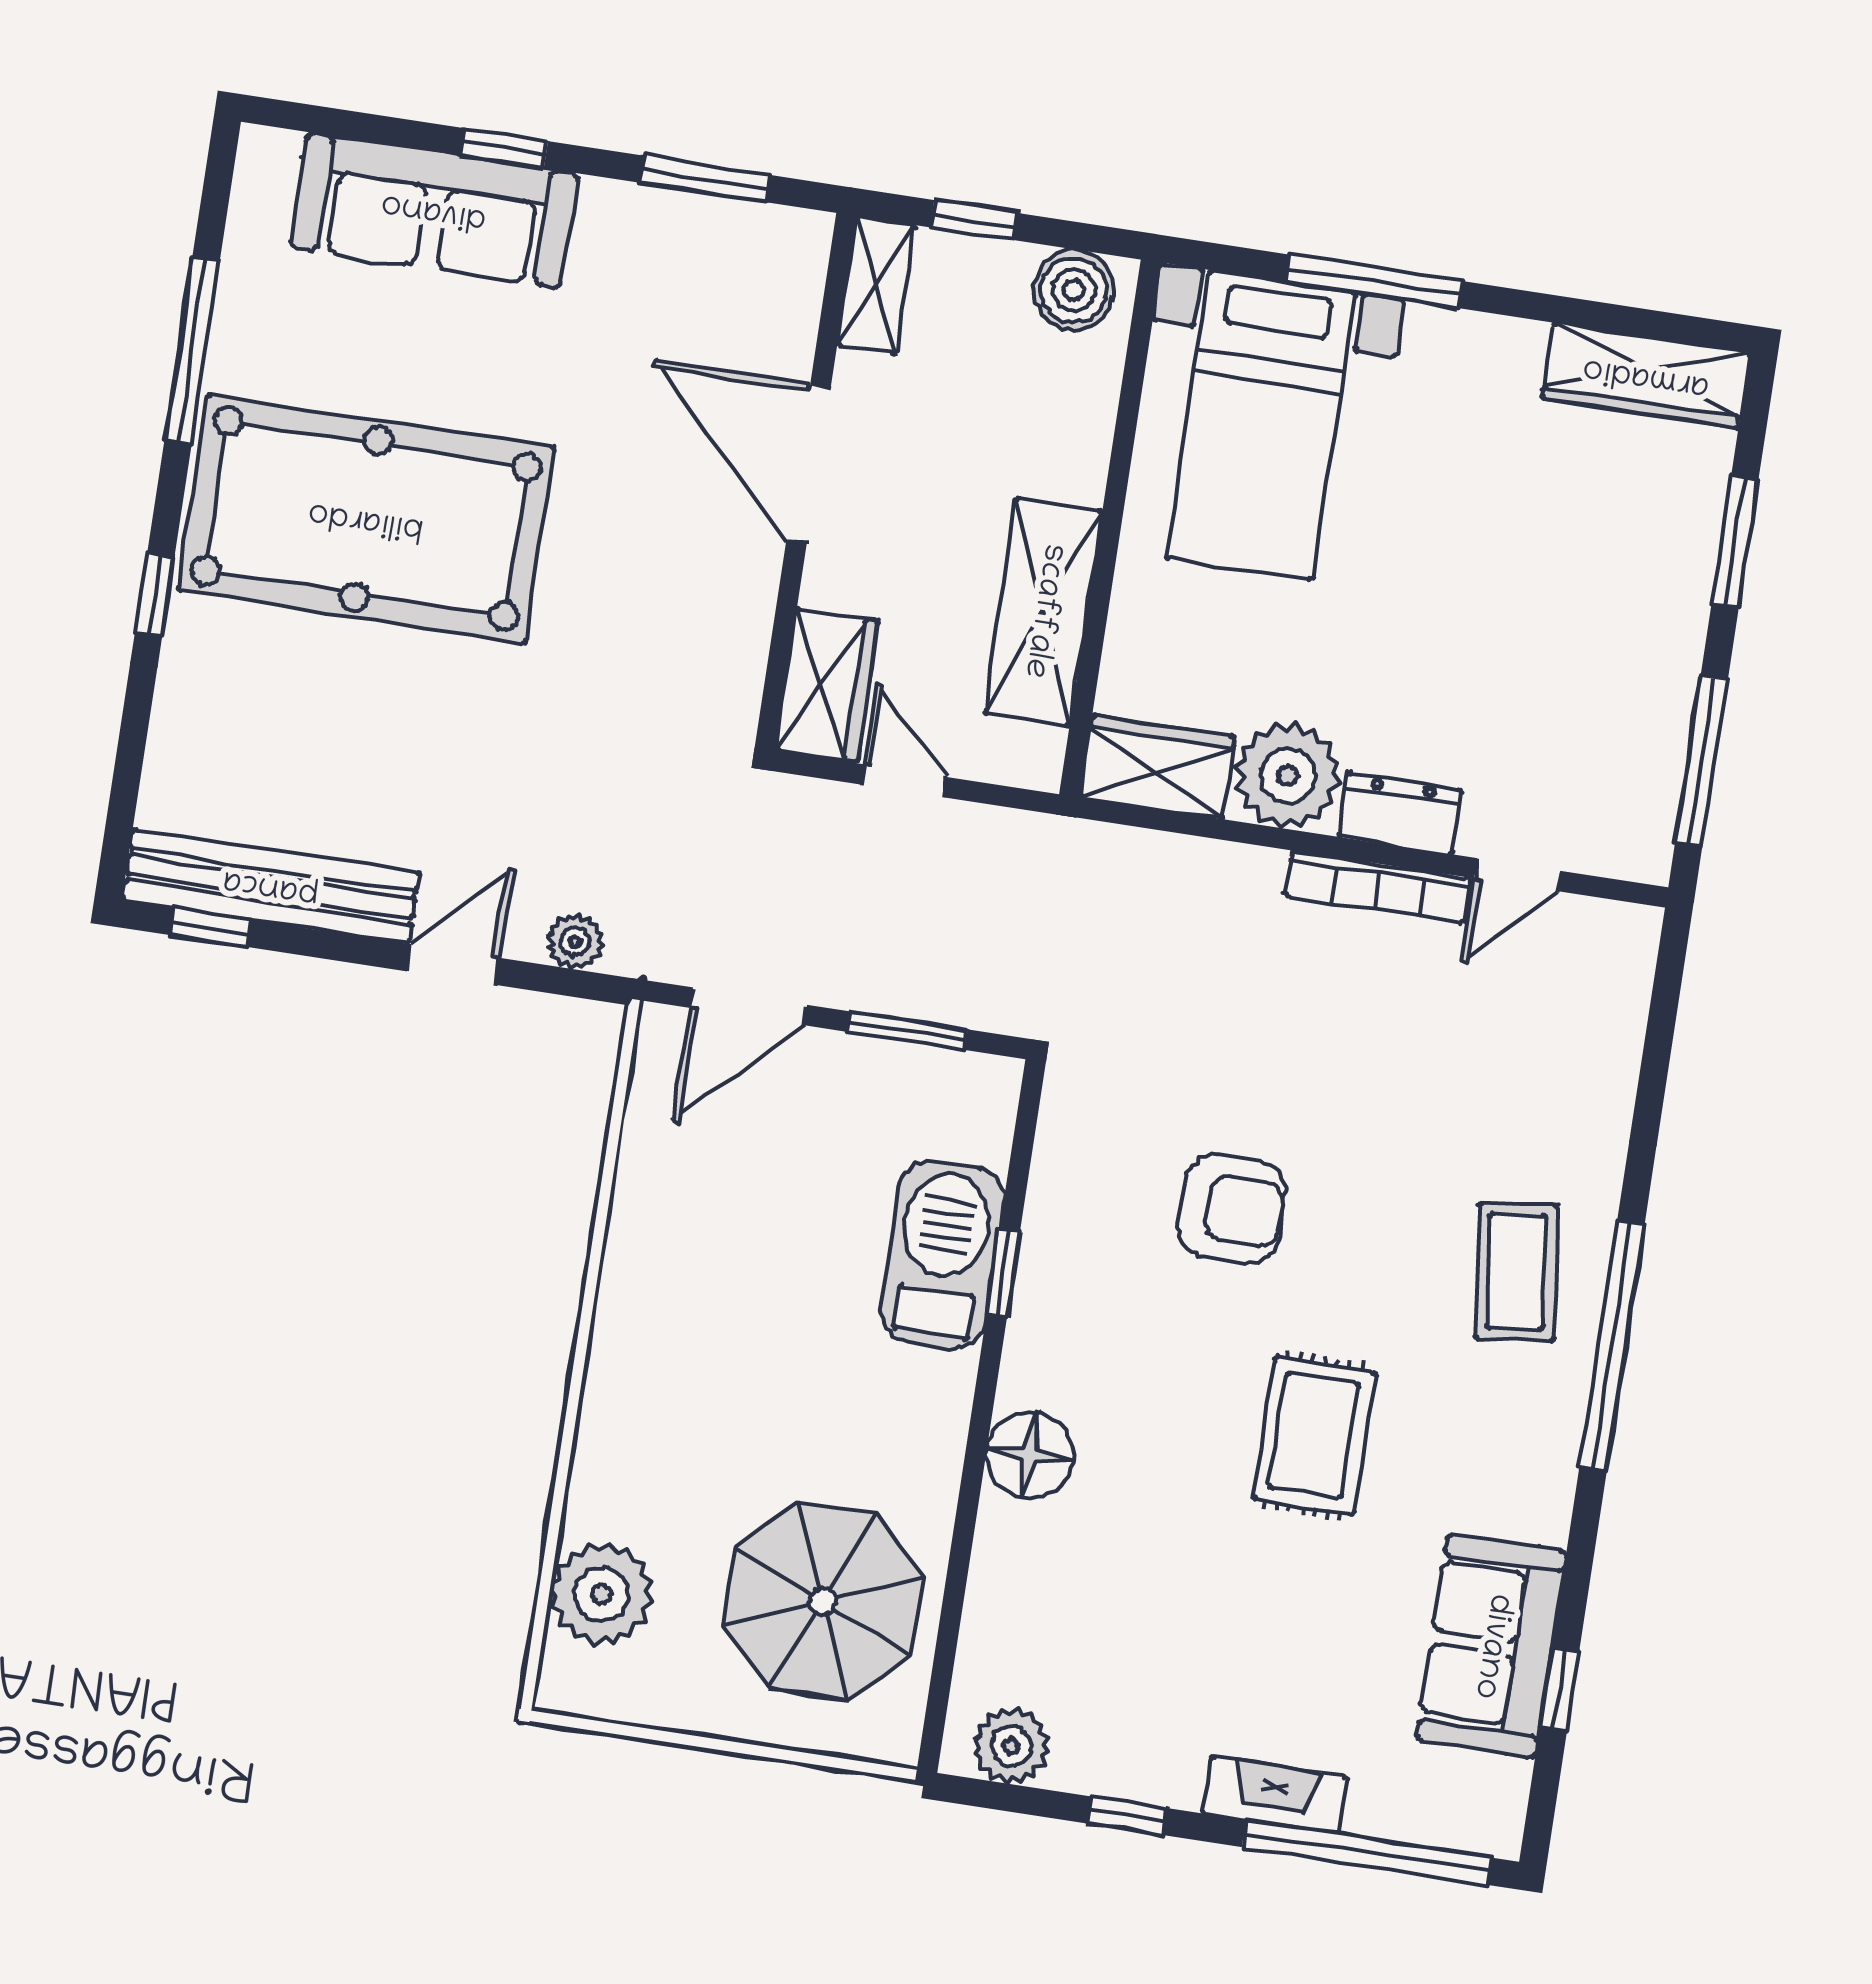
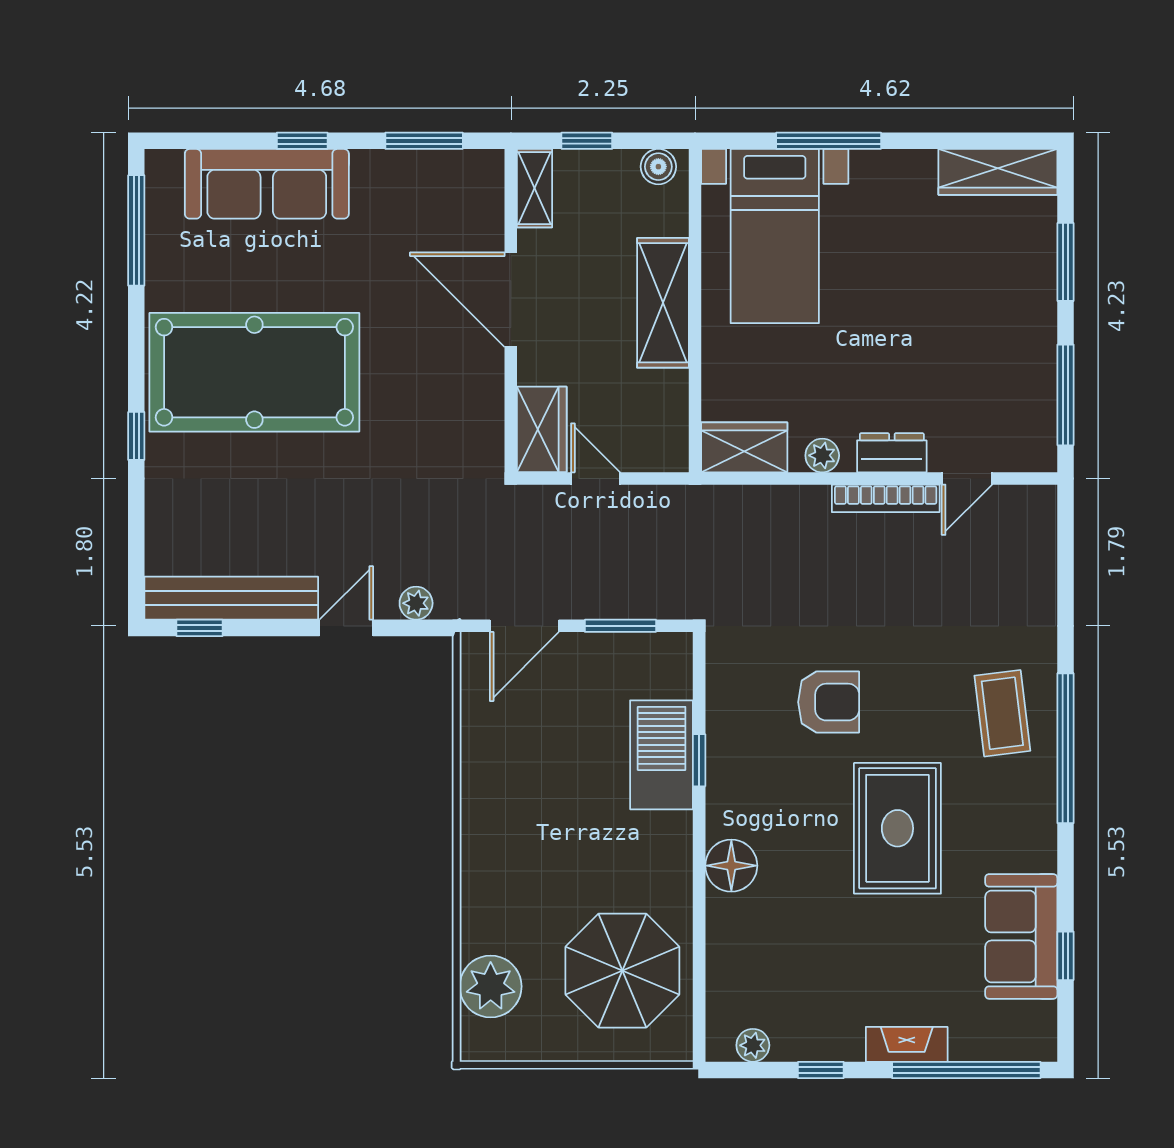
boiler: (1074, 290) -> (658, 167), width x0.73, depth x0.73
window: (192, 350) -> (136, 230), moved
shelving: (1043, 611) -> (663, 303), moved
plant: (1288, 776) -> (822, 455), width x0.53, depth x0.53
rug: (1314, 1436) -> (897, 828), width x1.36, depth x1.43
plant: (1011, 1746) -> (753, 1045), width x0.73, depth x0.73

